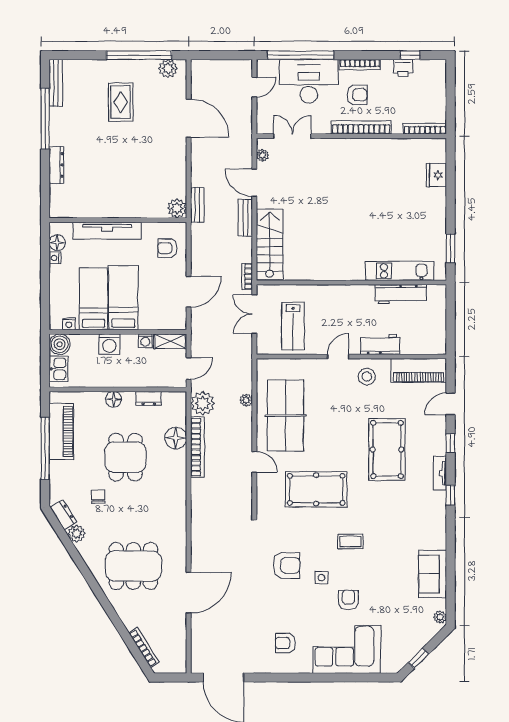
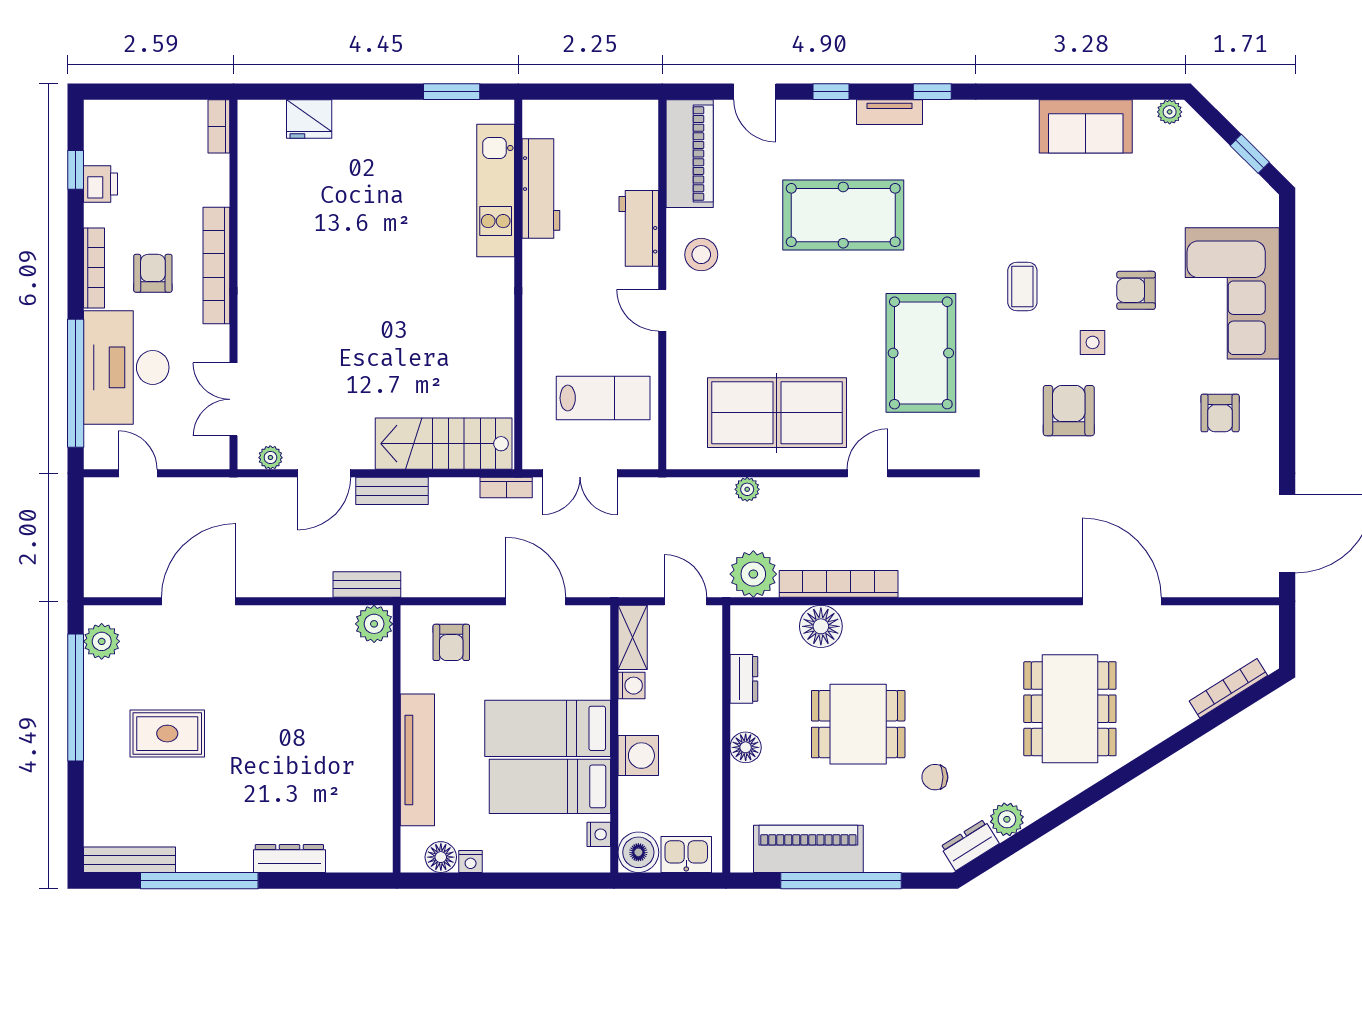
bookcase: (425, 129) -> (219, 126), width x0.64

